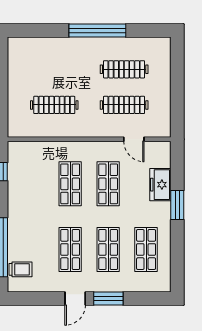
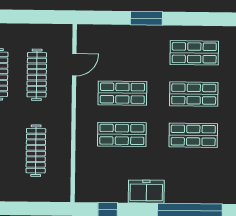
freezer: (160, 185) -> (146, 192), moved, turned 180
trolley: (20, 269) -> (214, 190), removed

